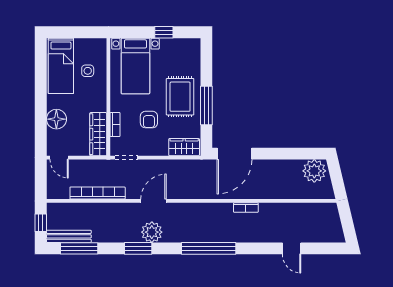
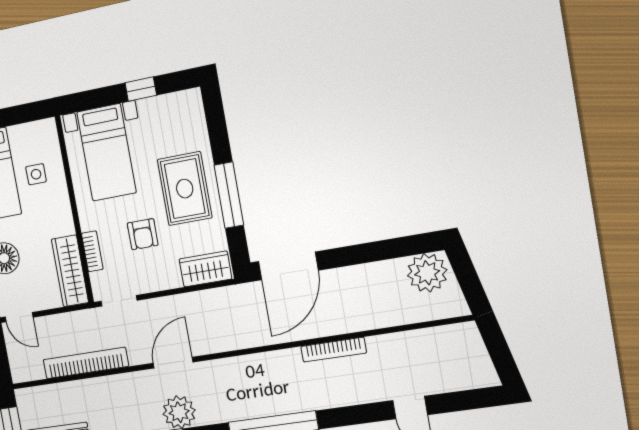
bookcase: (246, 208) -> (334, 350), width x1.56

